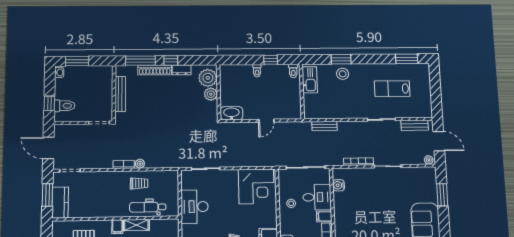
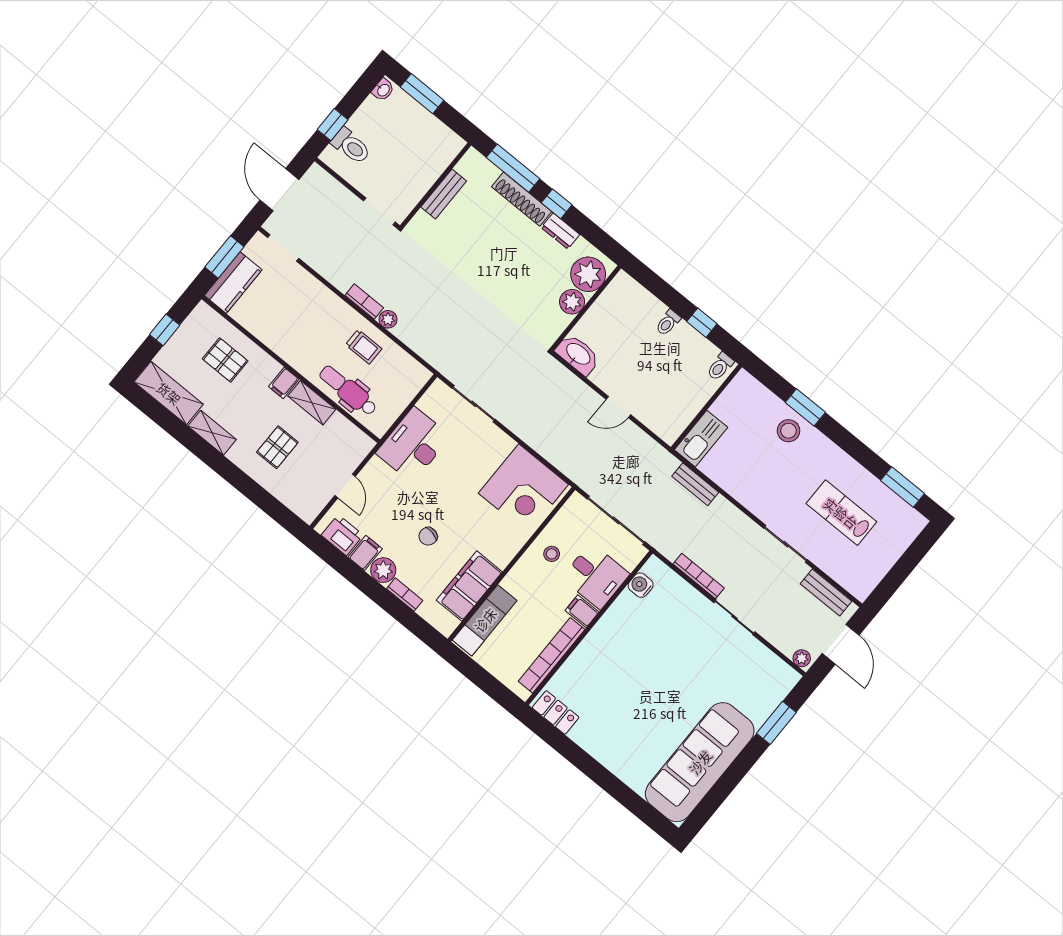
kitchen sink: (310, 80) -> (701, 439), moved
bench: (120, 94) -> (444, 194), width x0.73

